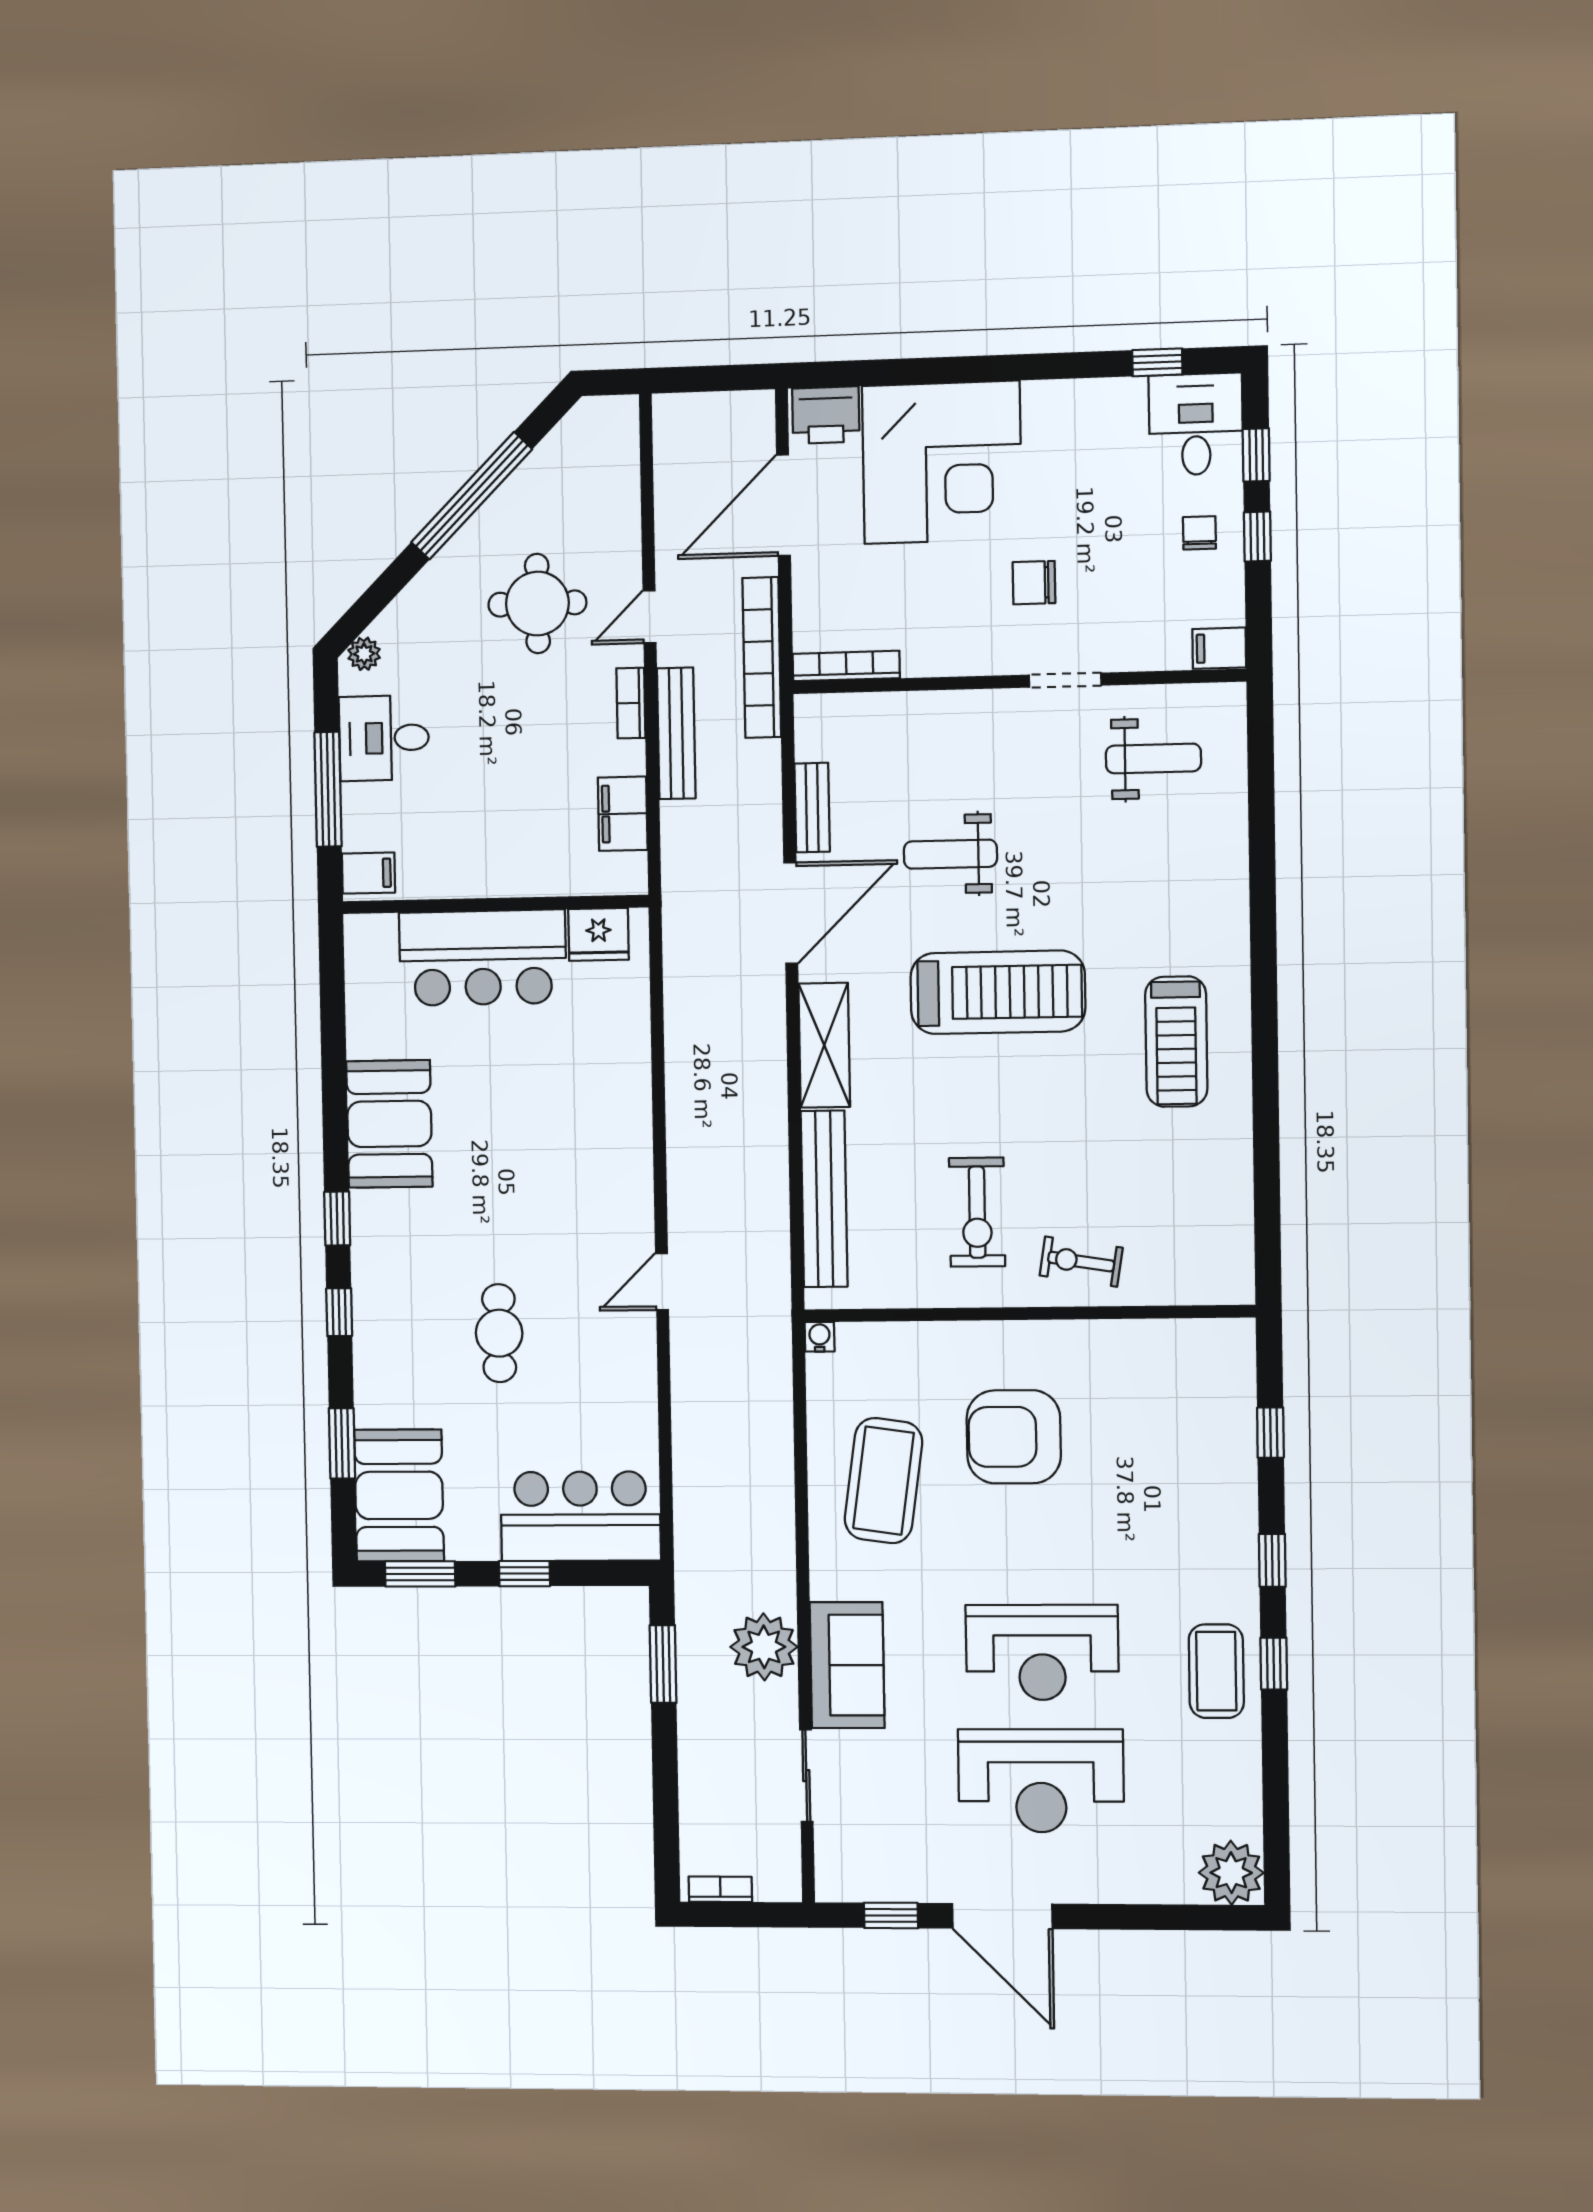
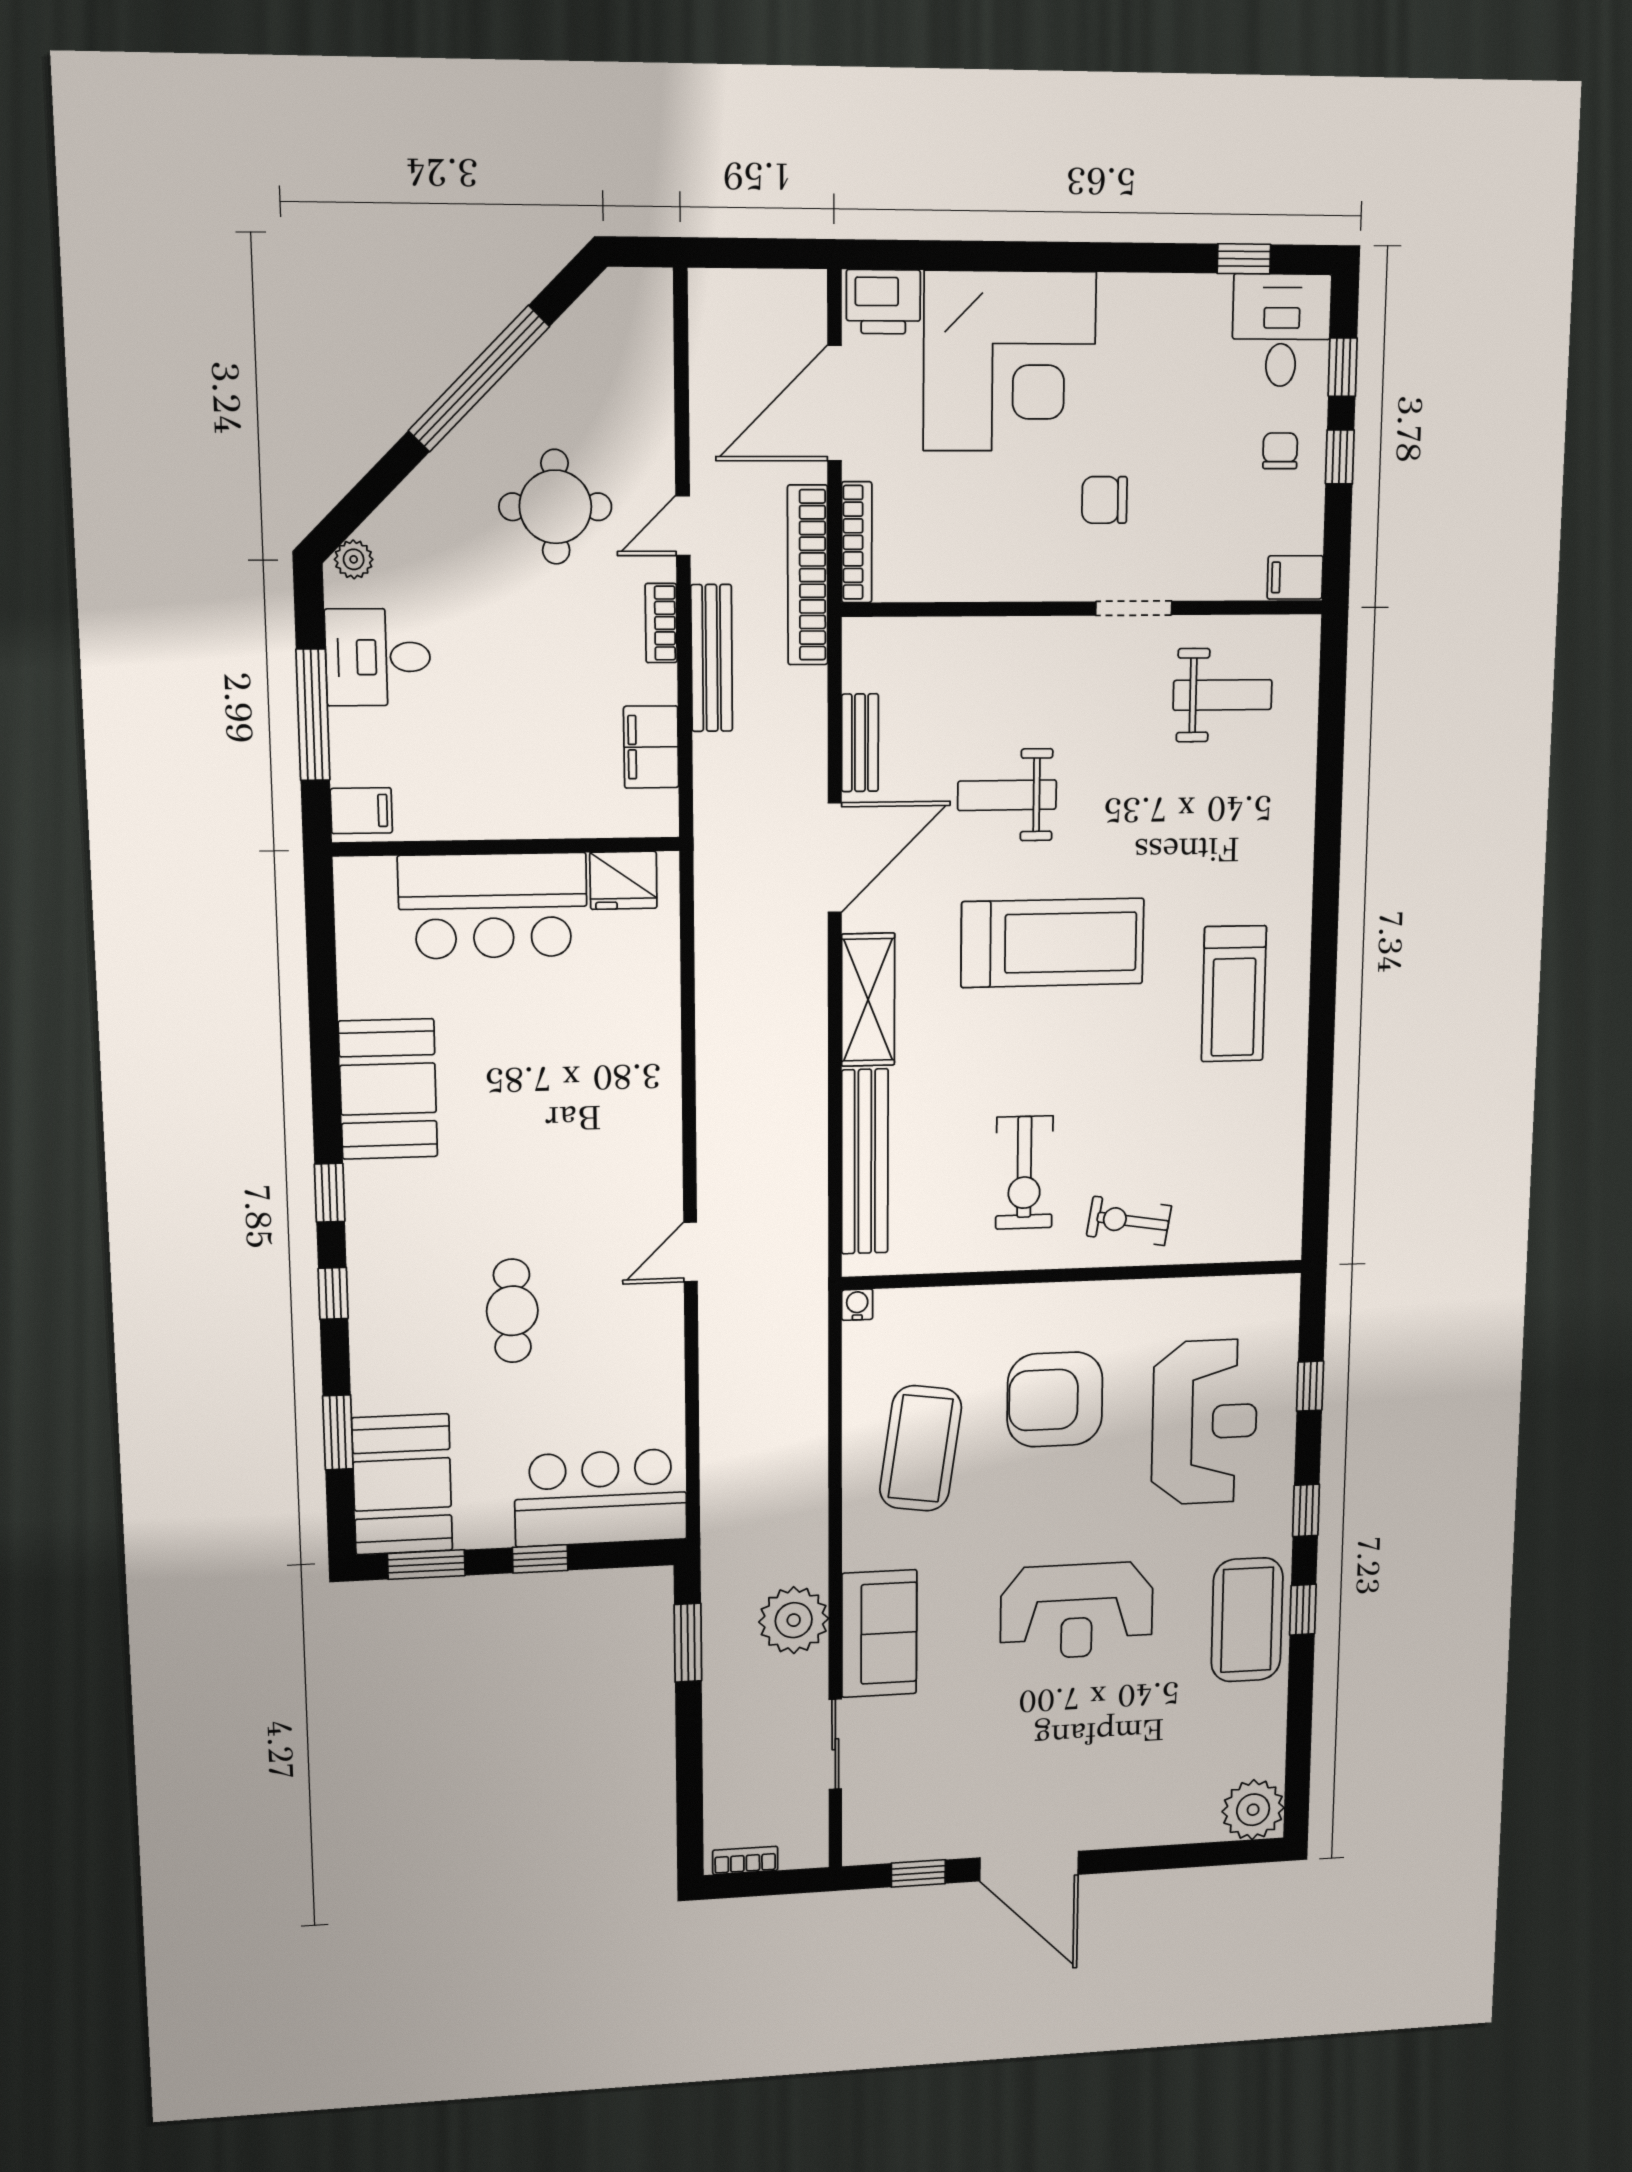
bookcase: (846, 666) -> (857, 542), moved, turned 90
coffee table: (1216, 1671) -> (1247, 1620), width x1.36, depth x1.32
reception desk: (1041, 1781) -> (1205, 1422), moved, turned -90

